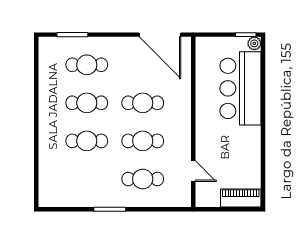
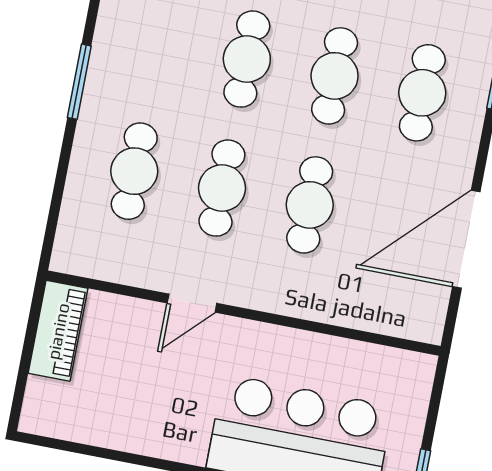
door: (160, 35) -> (466, 239), moved
door: (193, 171) -> (192, 303), moved
piano: (241, 198) -> (58, 331), moved

